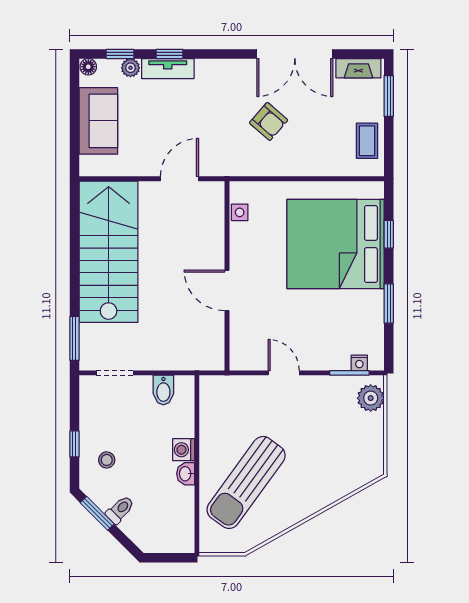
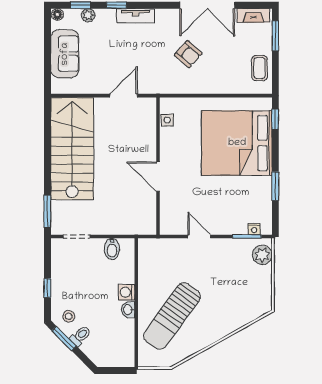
tv unit: (168, 69) -> (135, 16), moved
window: (389, 234) -> (275, 119), moved
stool: (107, 460) -> (69, 316), moved

